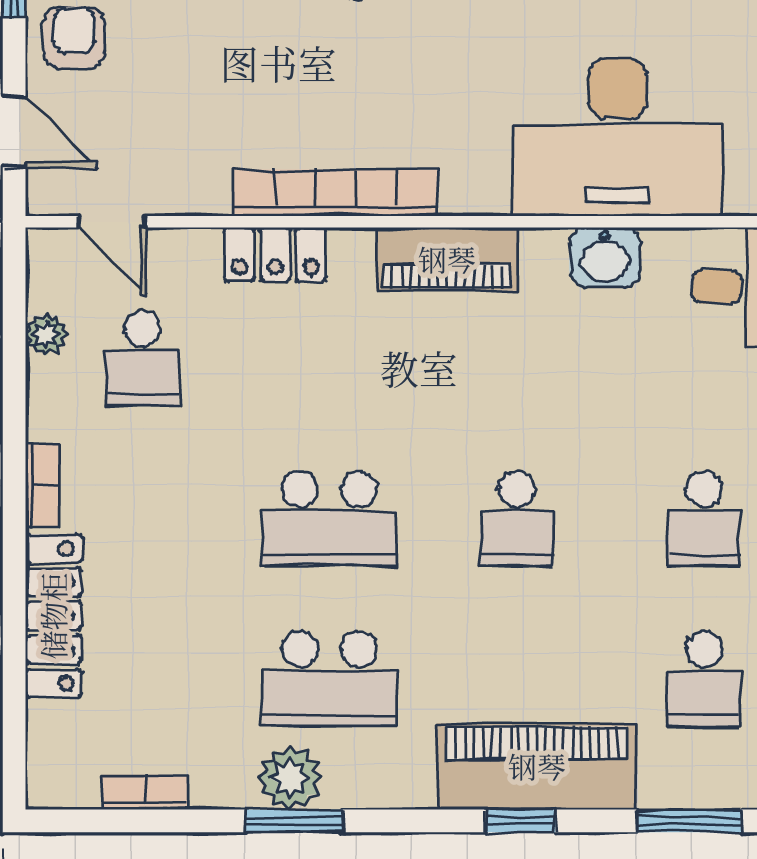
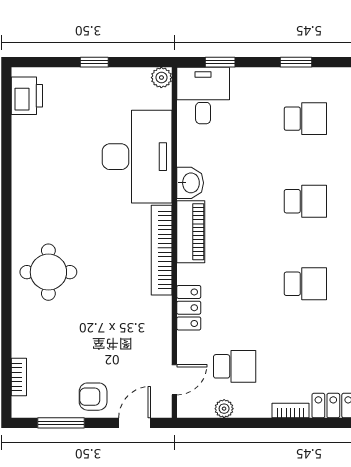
bookcase: (336, 193) -> (162, 250), moved
washbasin: (605, 257) -> (190, 183), moved
school desk: (329, 519) -> (305, 284), width x0.54

